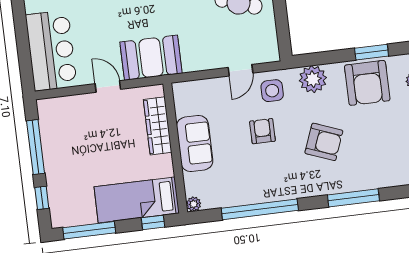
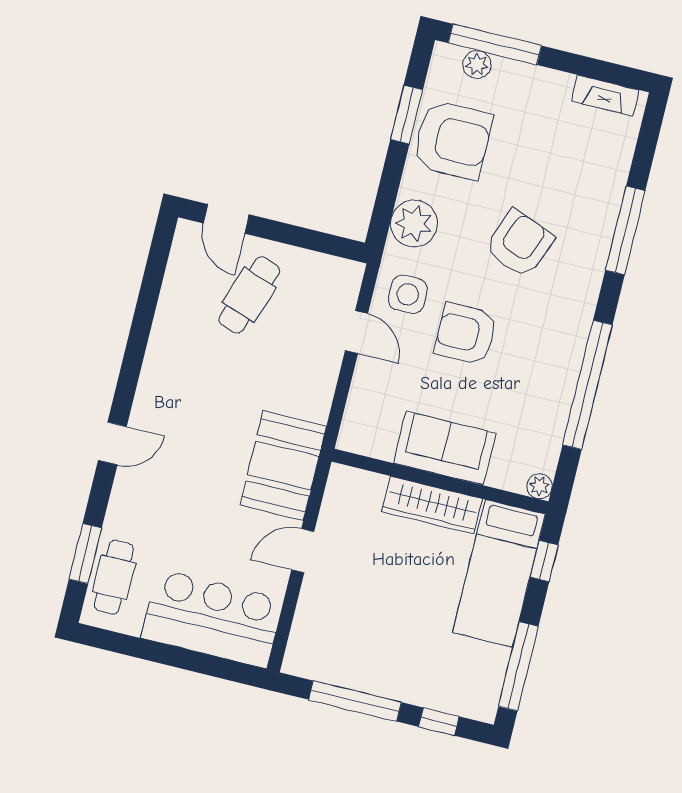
wardrobe: (158, 126) -> (432, 505), moved
armchair: (262, 131) -> (466, 334), width x1.38, depth x1.38

